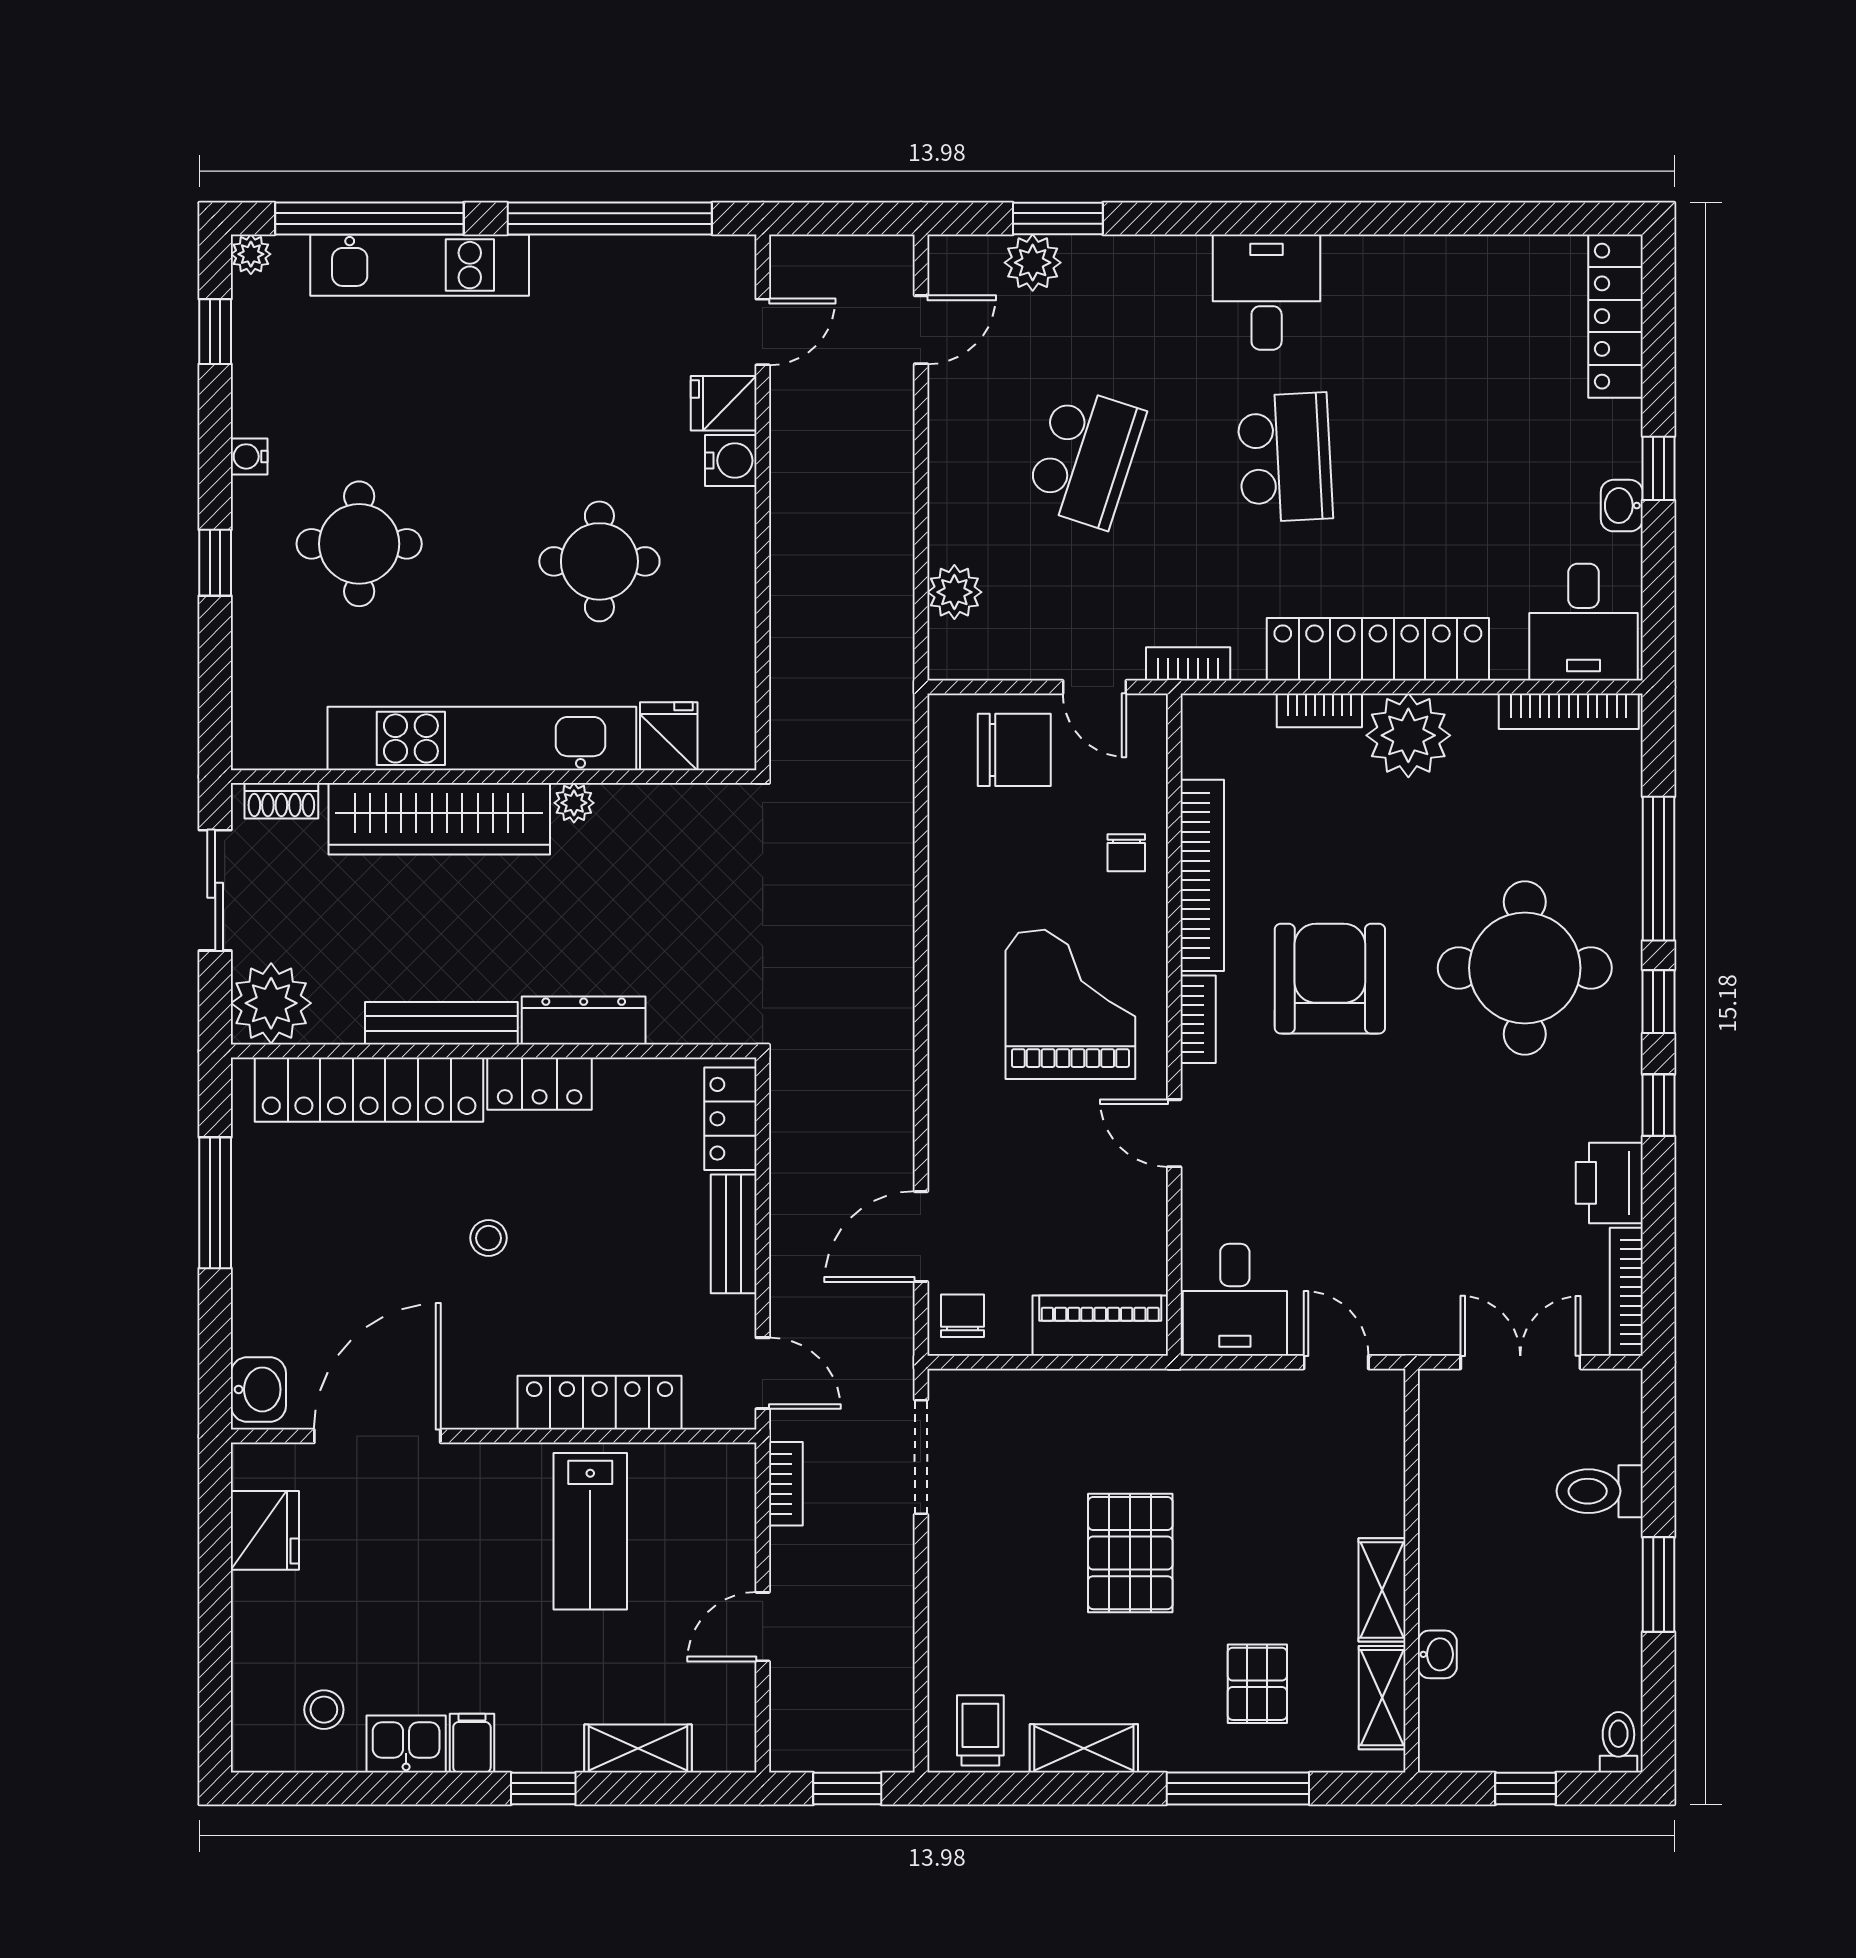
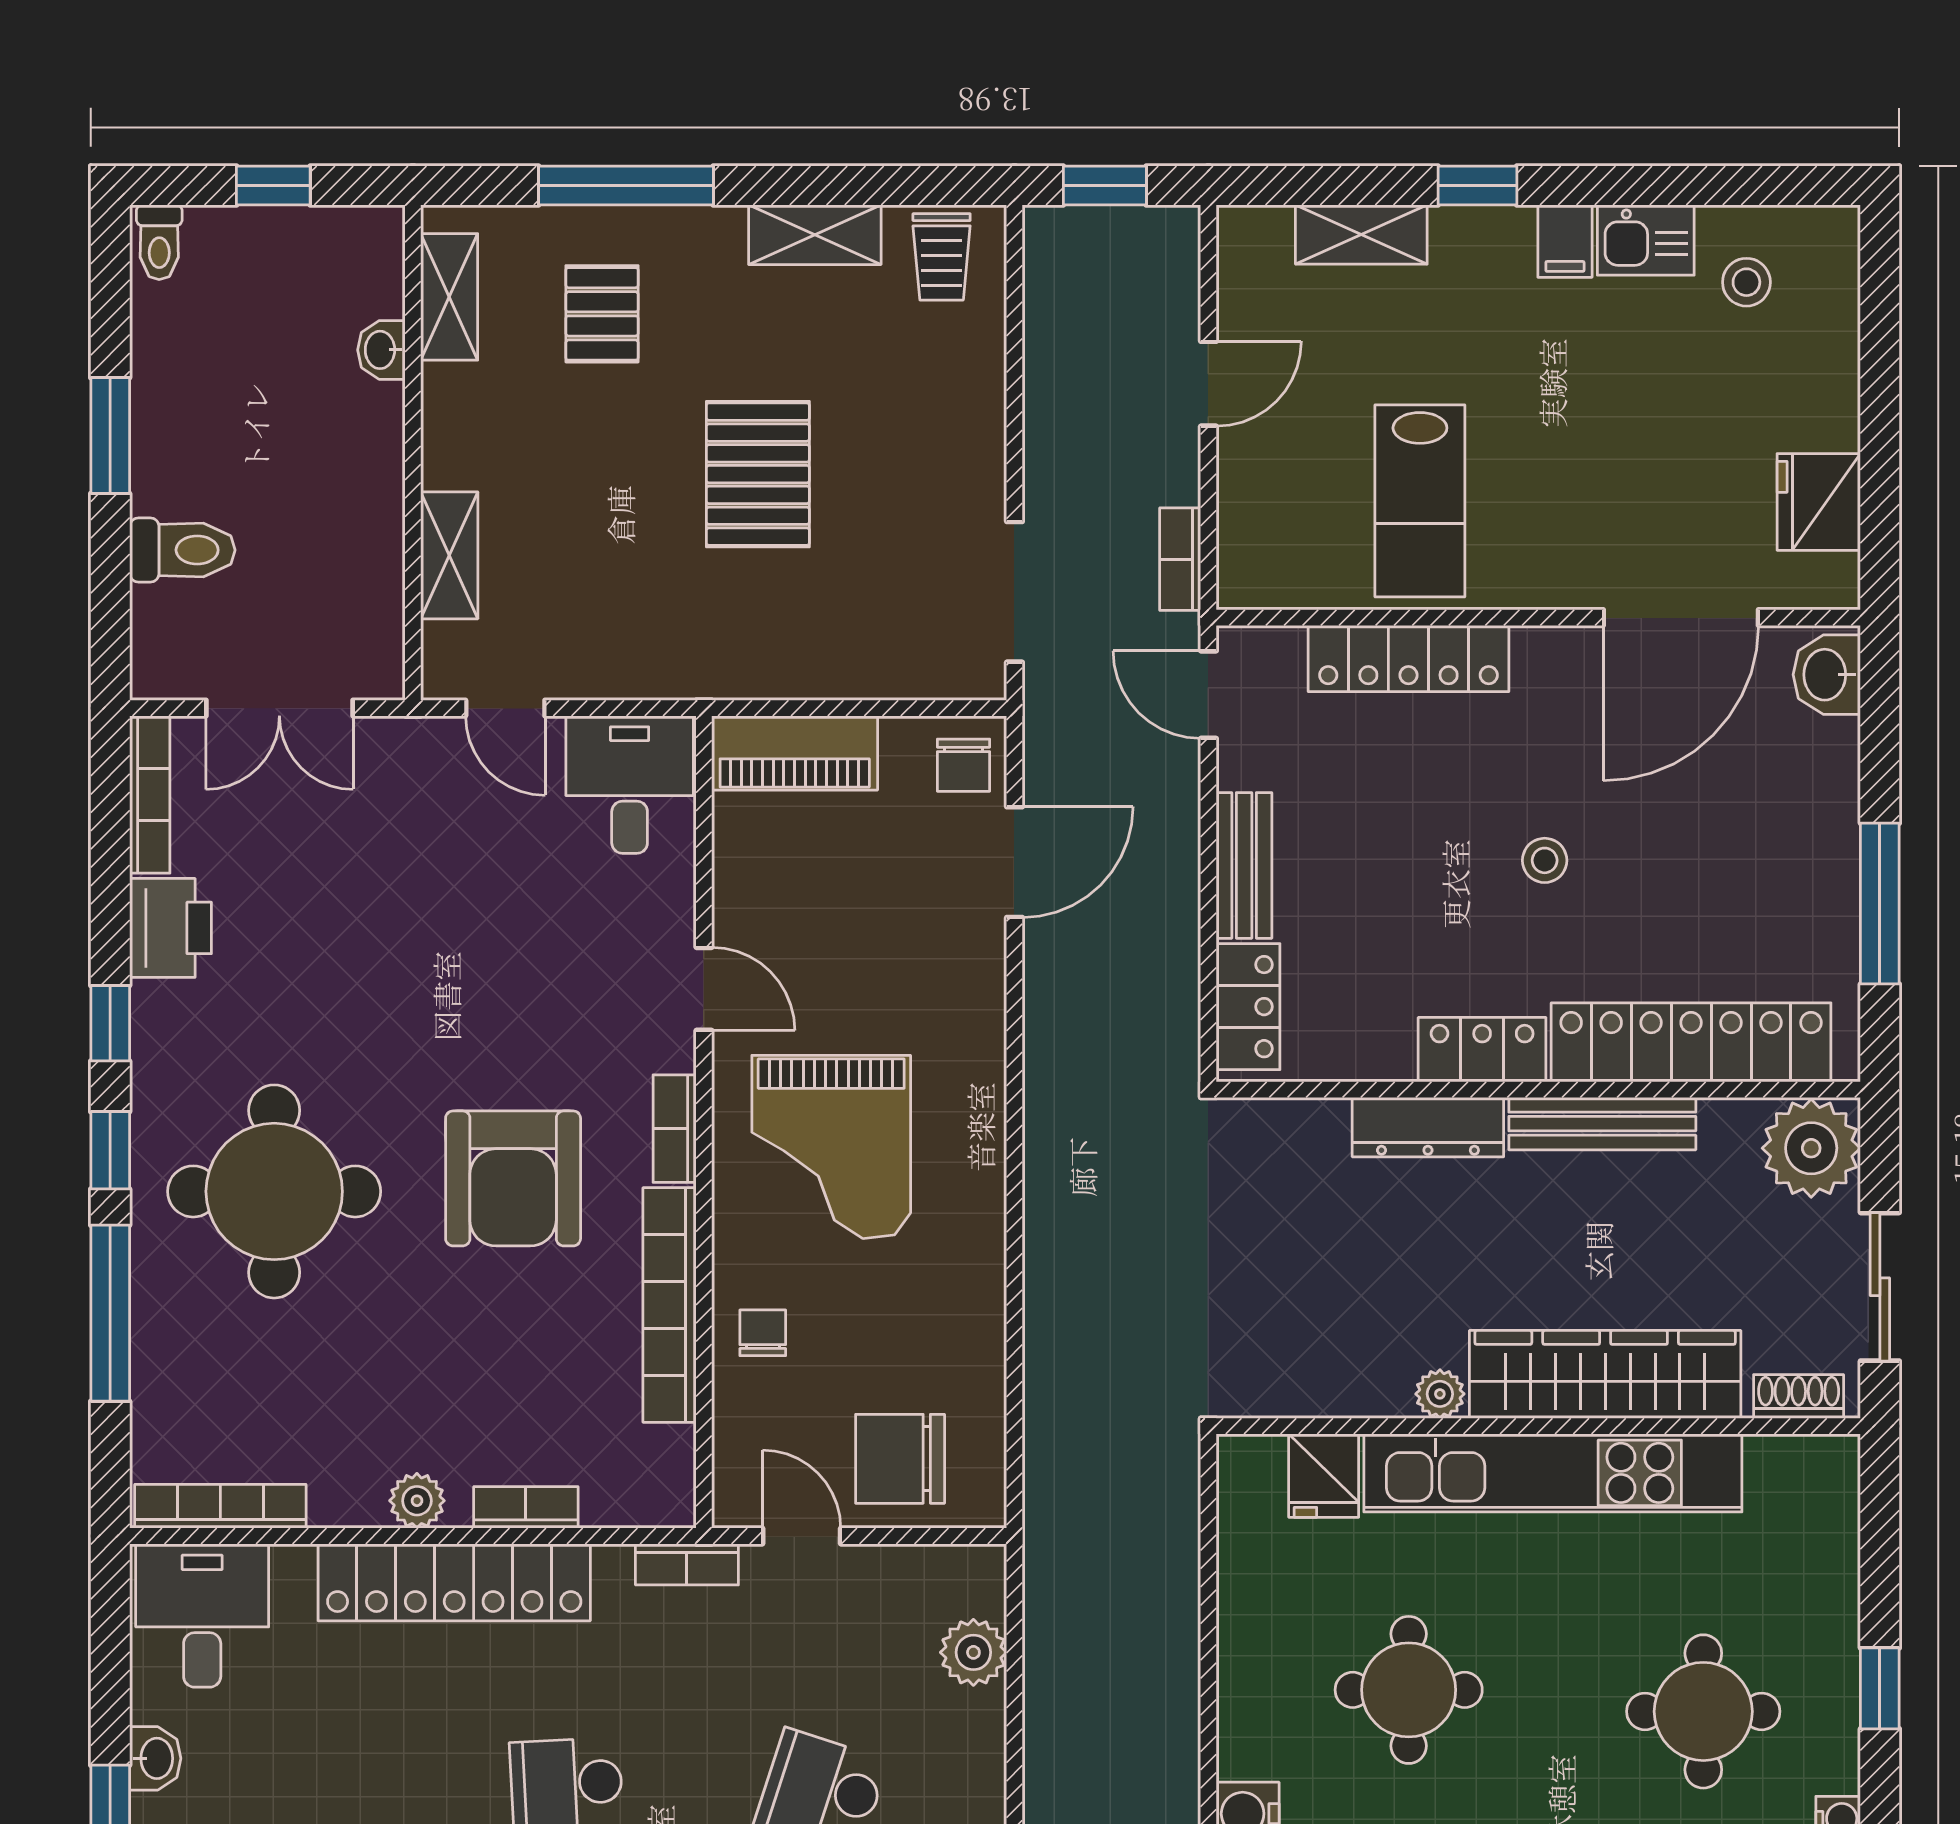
plant: (1408, 735) -> (417, 1501), width x0.53, depth x0.53
lab bench: (590, 1531) -> (1420, 501), turned 180
shelving: (1382, 1590) -> (449, 555), moved

